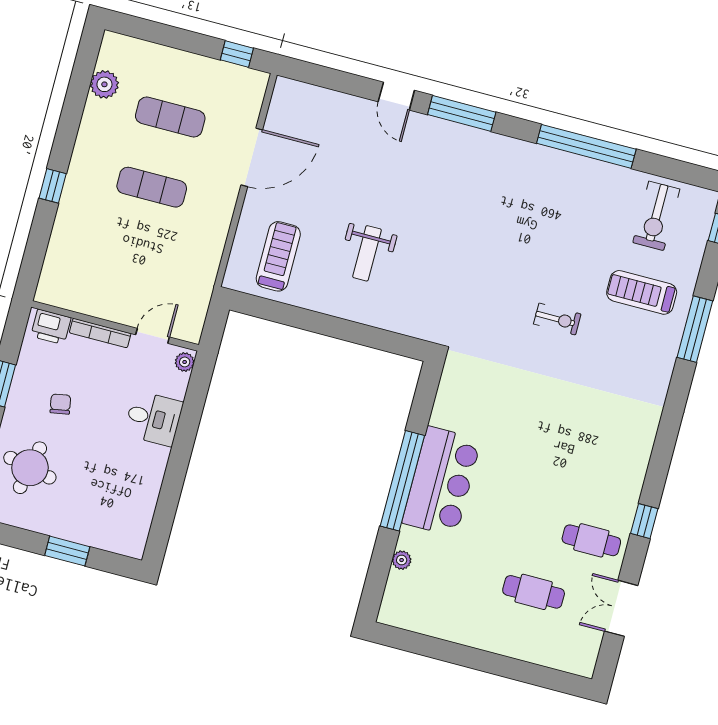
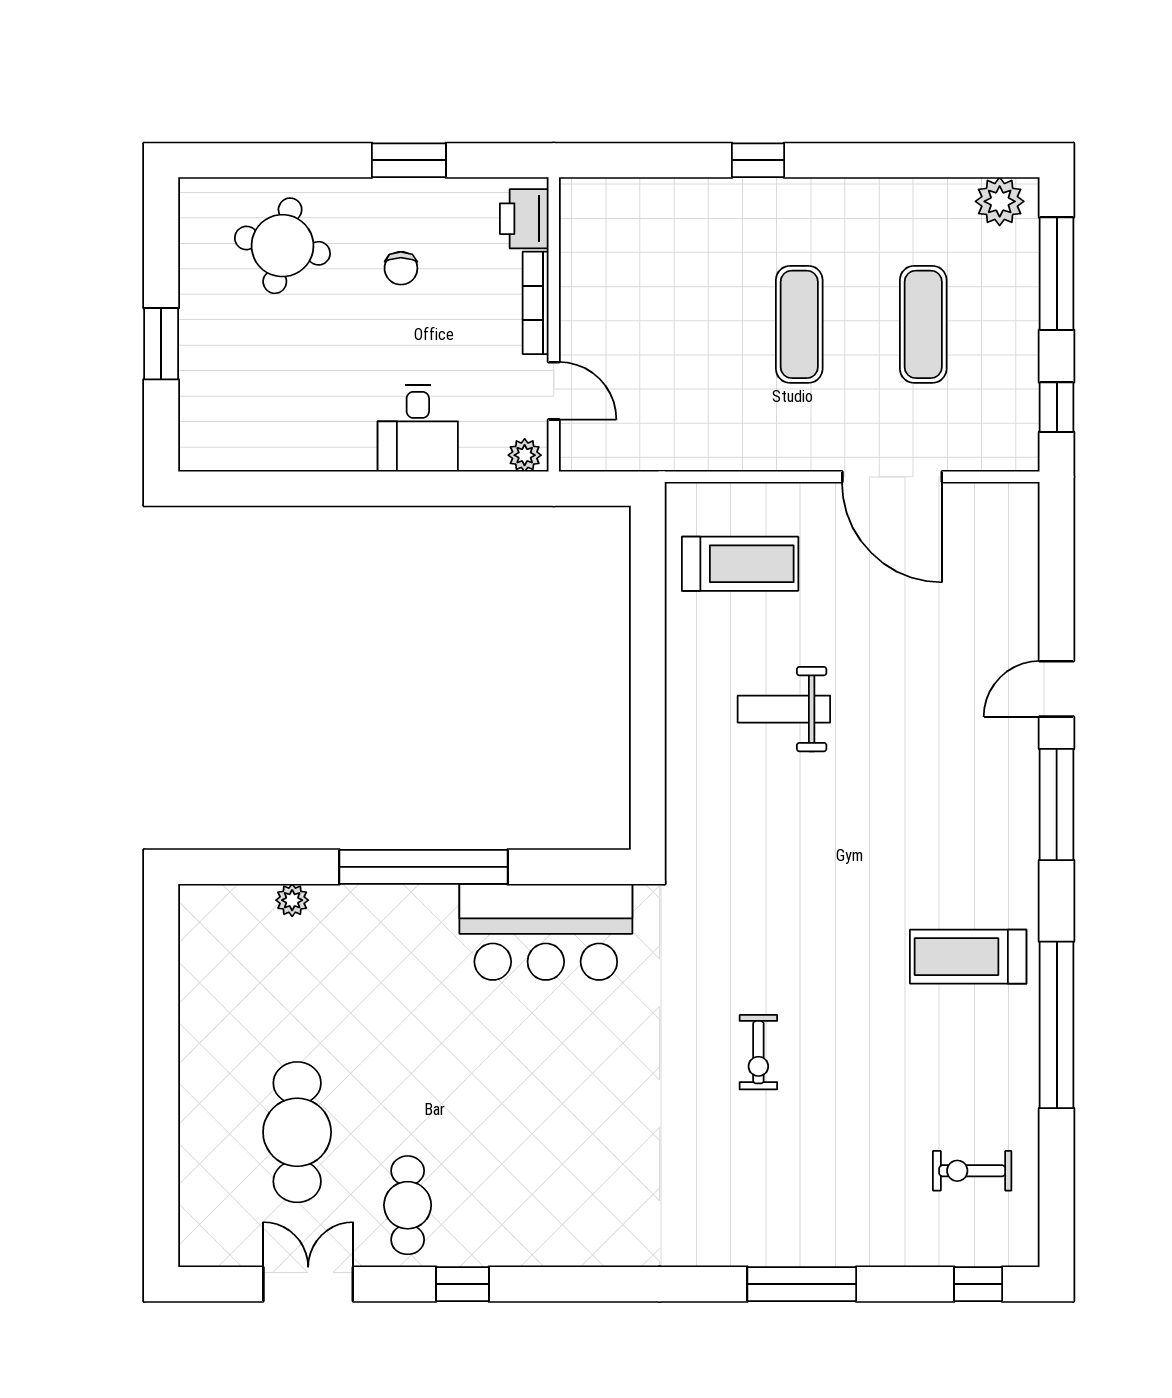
window: (161, 34) -> (1057, 274), added
plant: (104, 84) -> (1000, 201), moved
exercise bike: (656, 216) -> (972, 1171), width x0.73, depth x0.72
treadmill: (642, 292) -> (968, 957), moved, turned -90
chair: (60, 404) -> (401, 268), turned 100
bar counter: (442, 481) -> (546, 932), moved
cafe table: (534, 592) -> (297, 1132), width x1.37, depth x1.35

